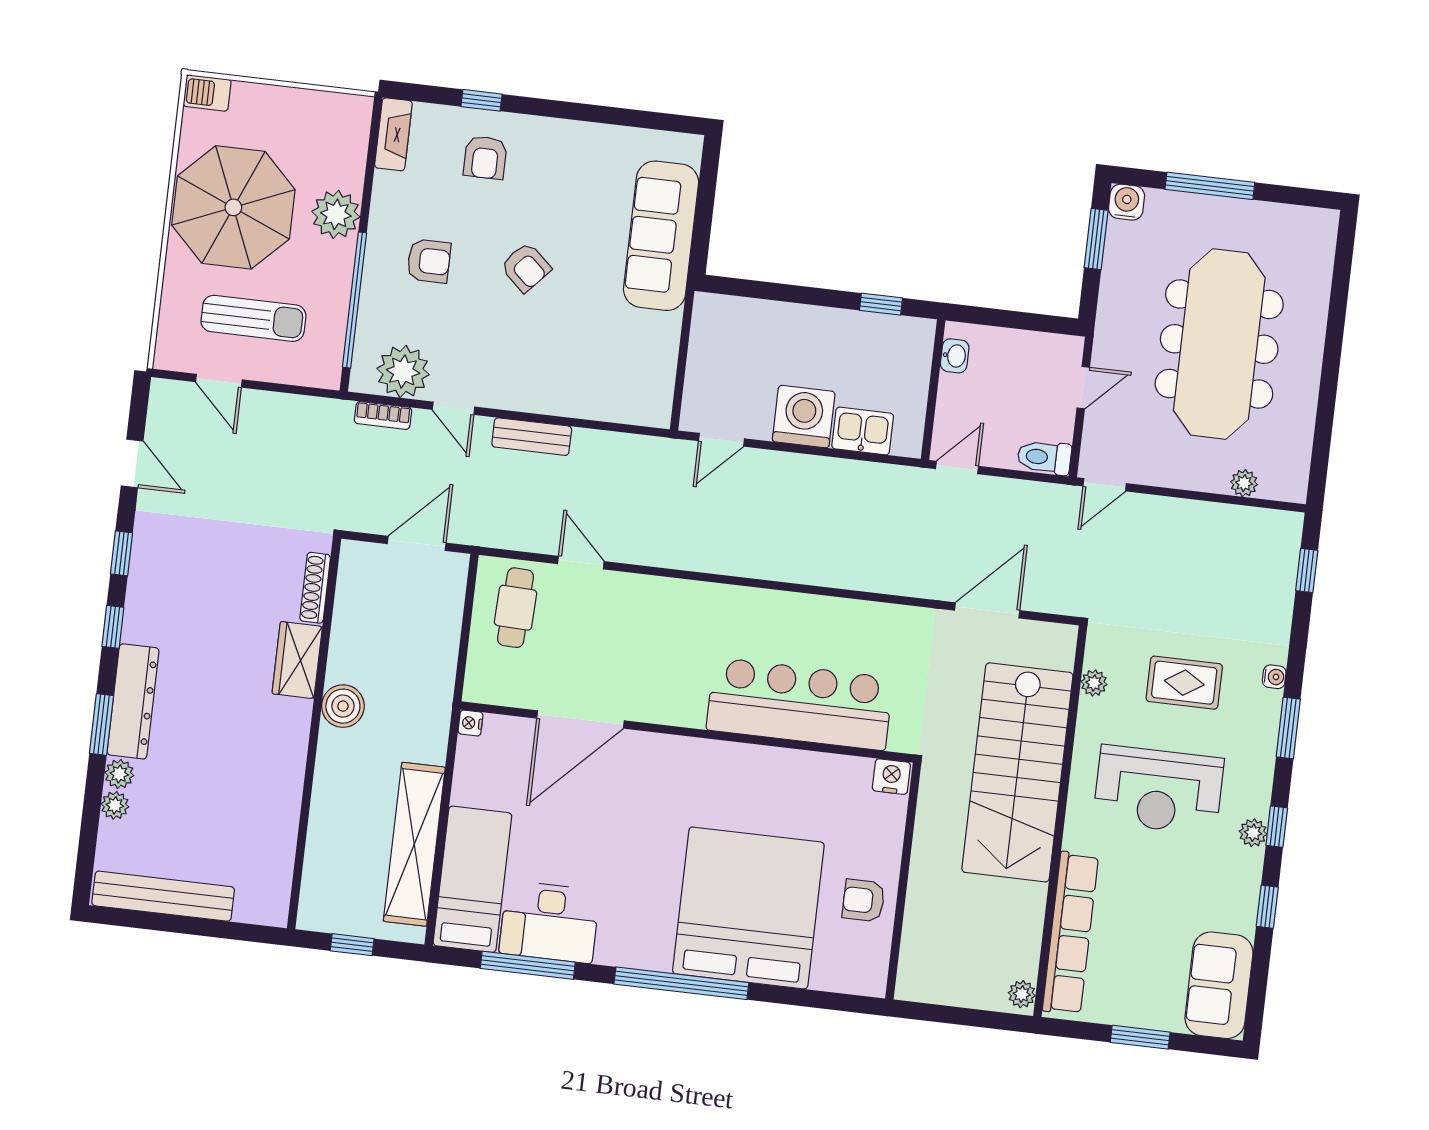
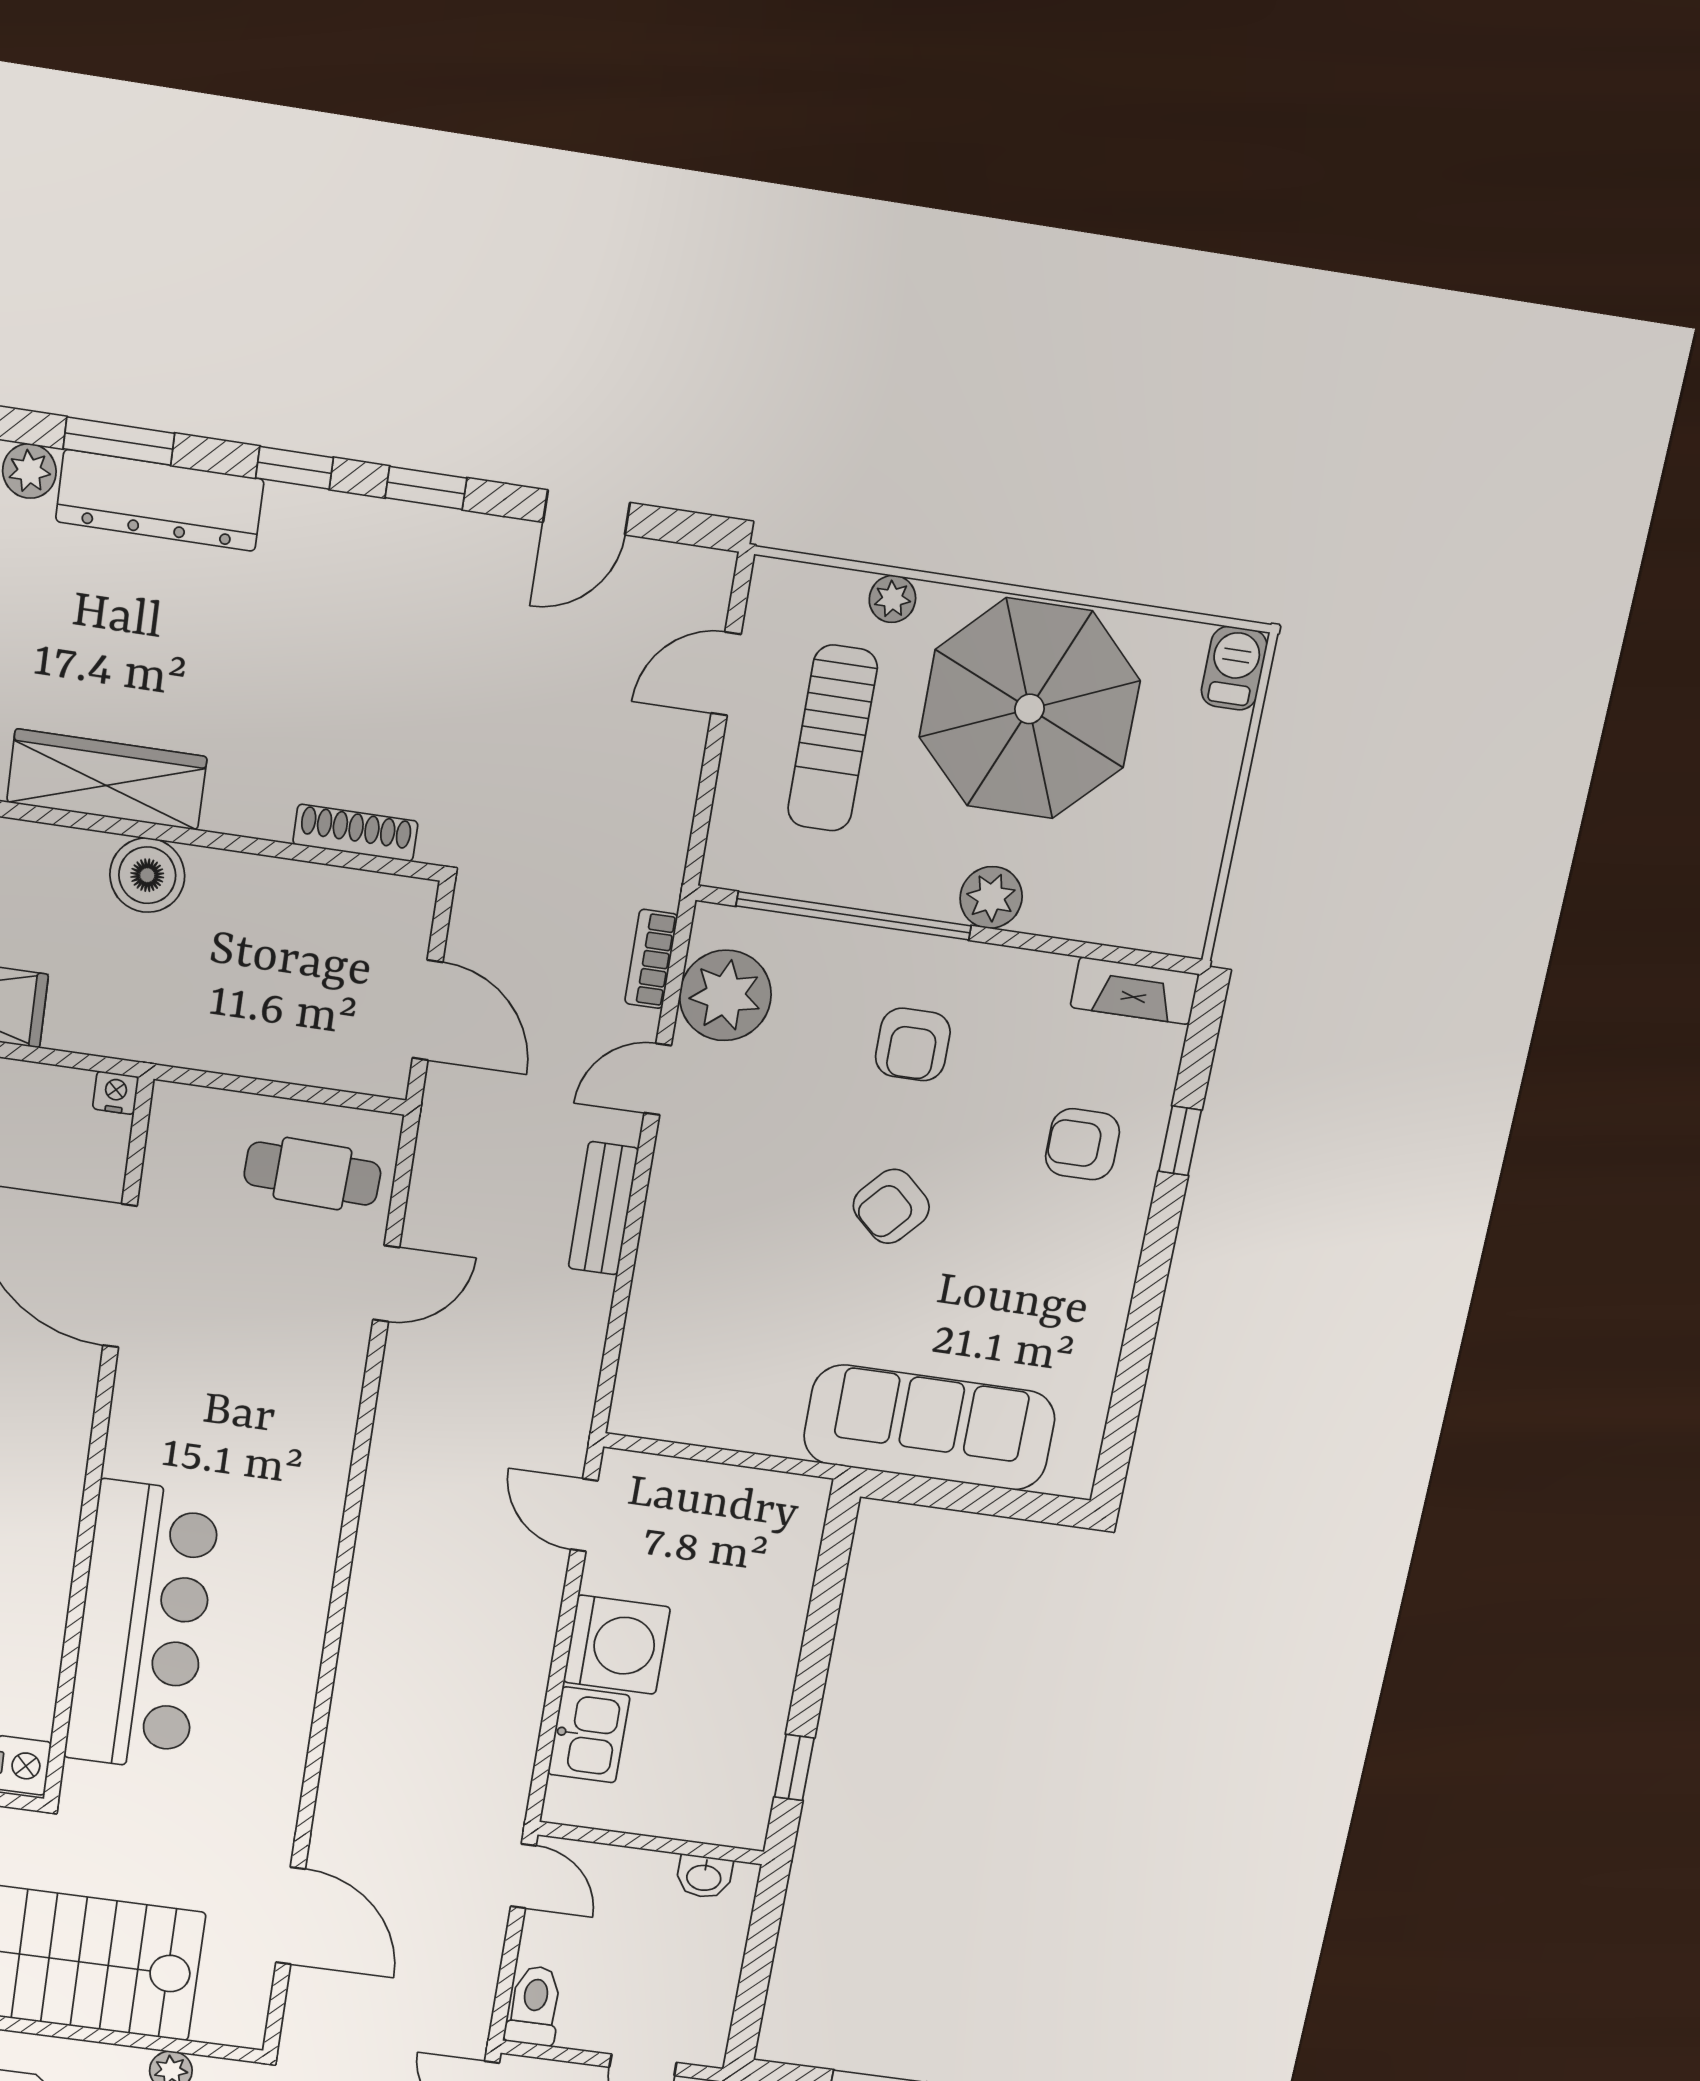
plant: (336, 214) -> (991, 897), width x0.73, depth x0.73
plant: (174, 289) -> (892, 599), added
wardrobe: (297, 660) -> (107, 780), moved, width x1.50

